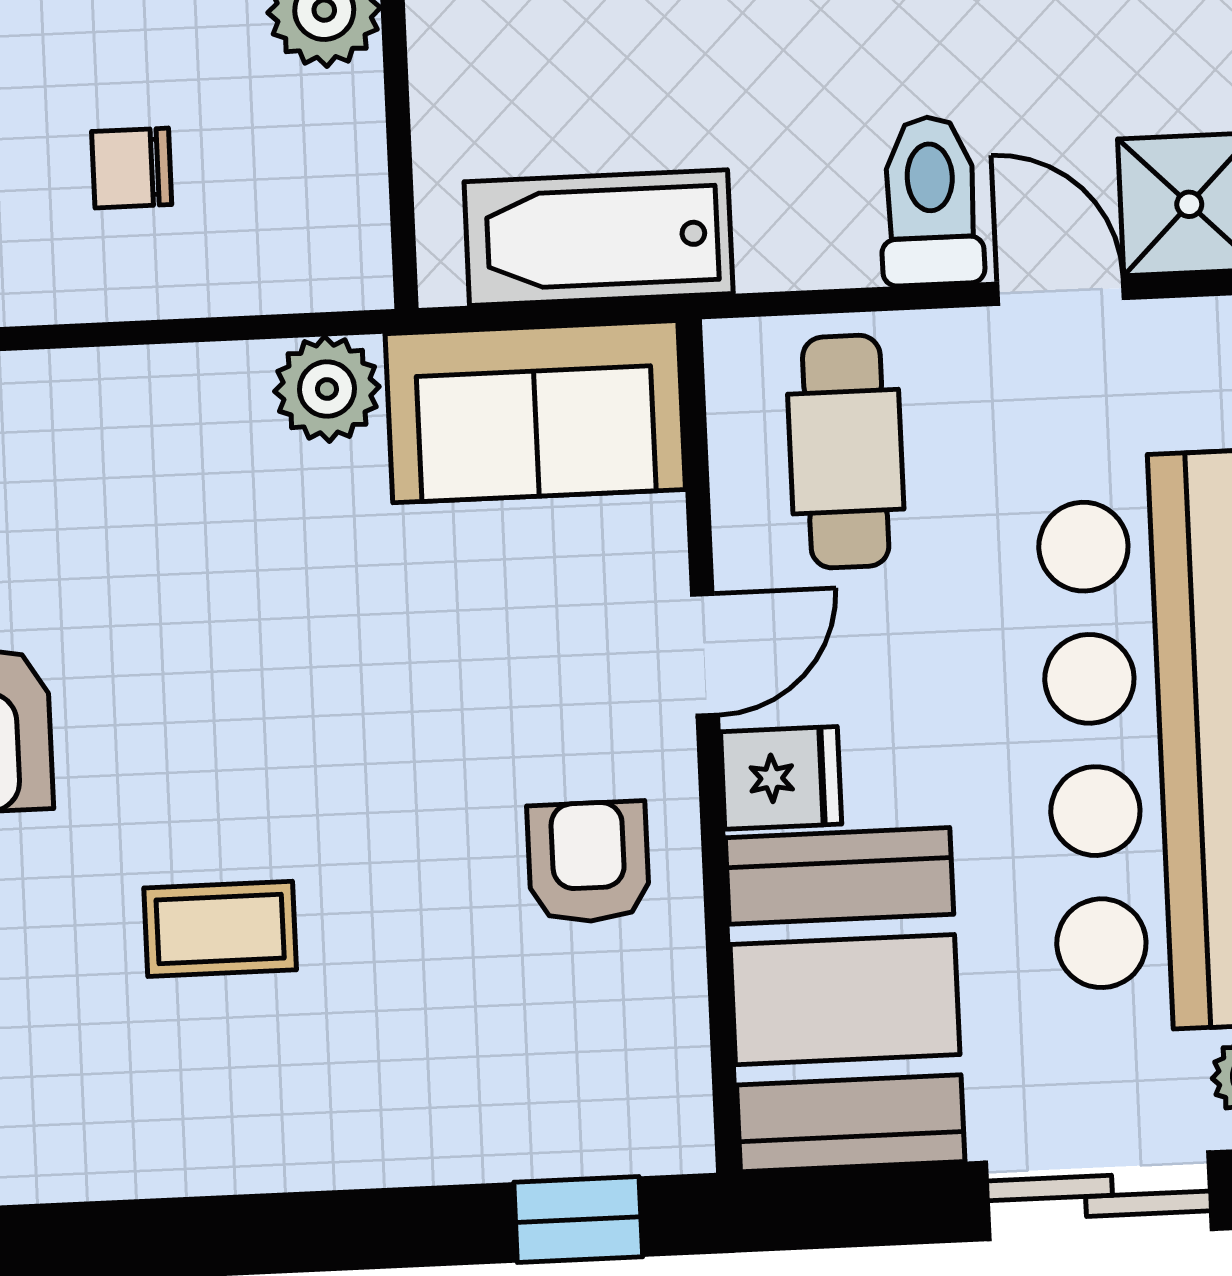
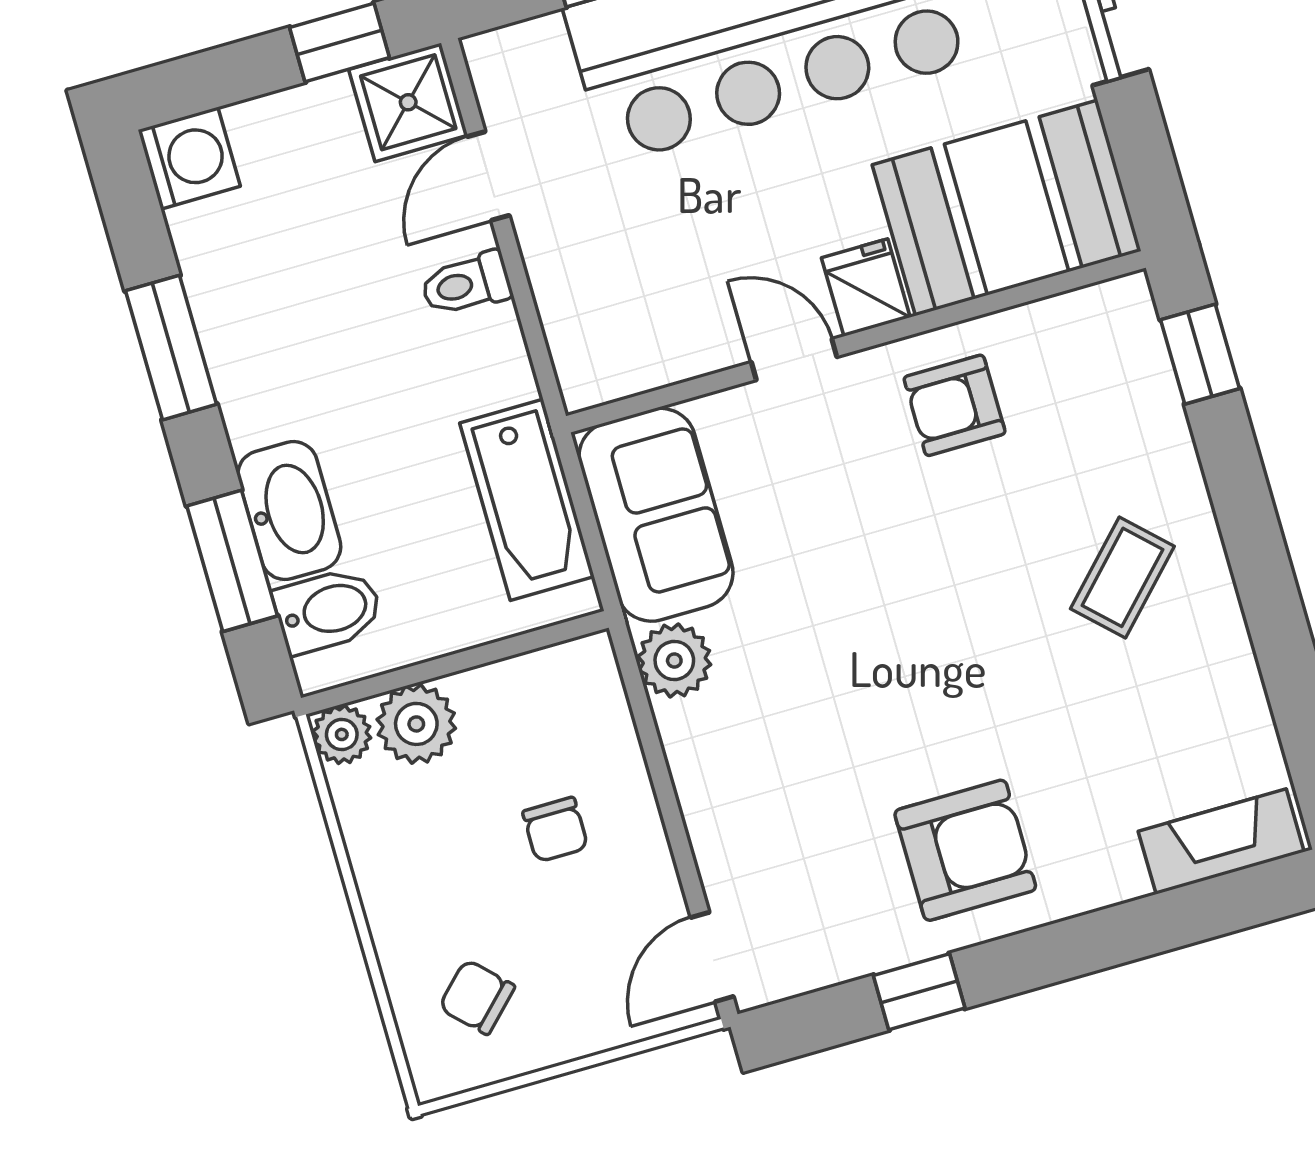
toilet: (931, 201) -> (466, 284), width x0.73, depth x0.72
cafe table: (846, 452) -> (633, 296), removed
coffee table: (220, 929) -> (1122, 577), moved, turned 44

